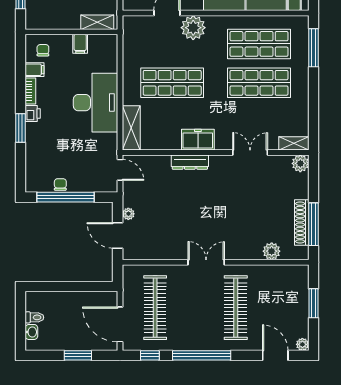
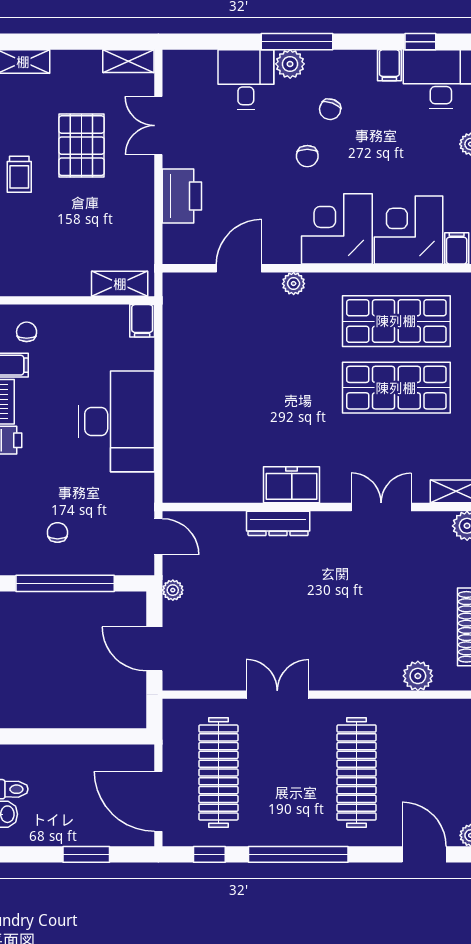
plant: (193, 28) -> (294, 284), width x0.53, depth x0.53
filing cabinet: (80, 44) -> (142, 321), moved
shop shelf: (172, 83) -> (248, 388), removed
shelving: (131, 128) -> (178, 465), removed
chair: (60, 185) -> (57, 532), moved
plant: (128, 214) -> (173, 590), moved
double door: (206, 262) -> (277, 695), moved

